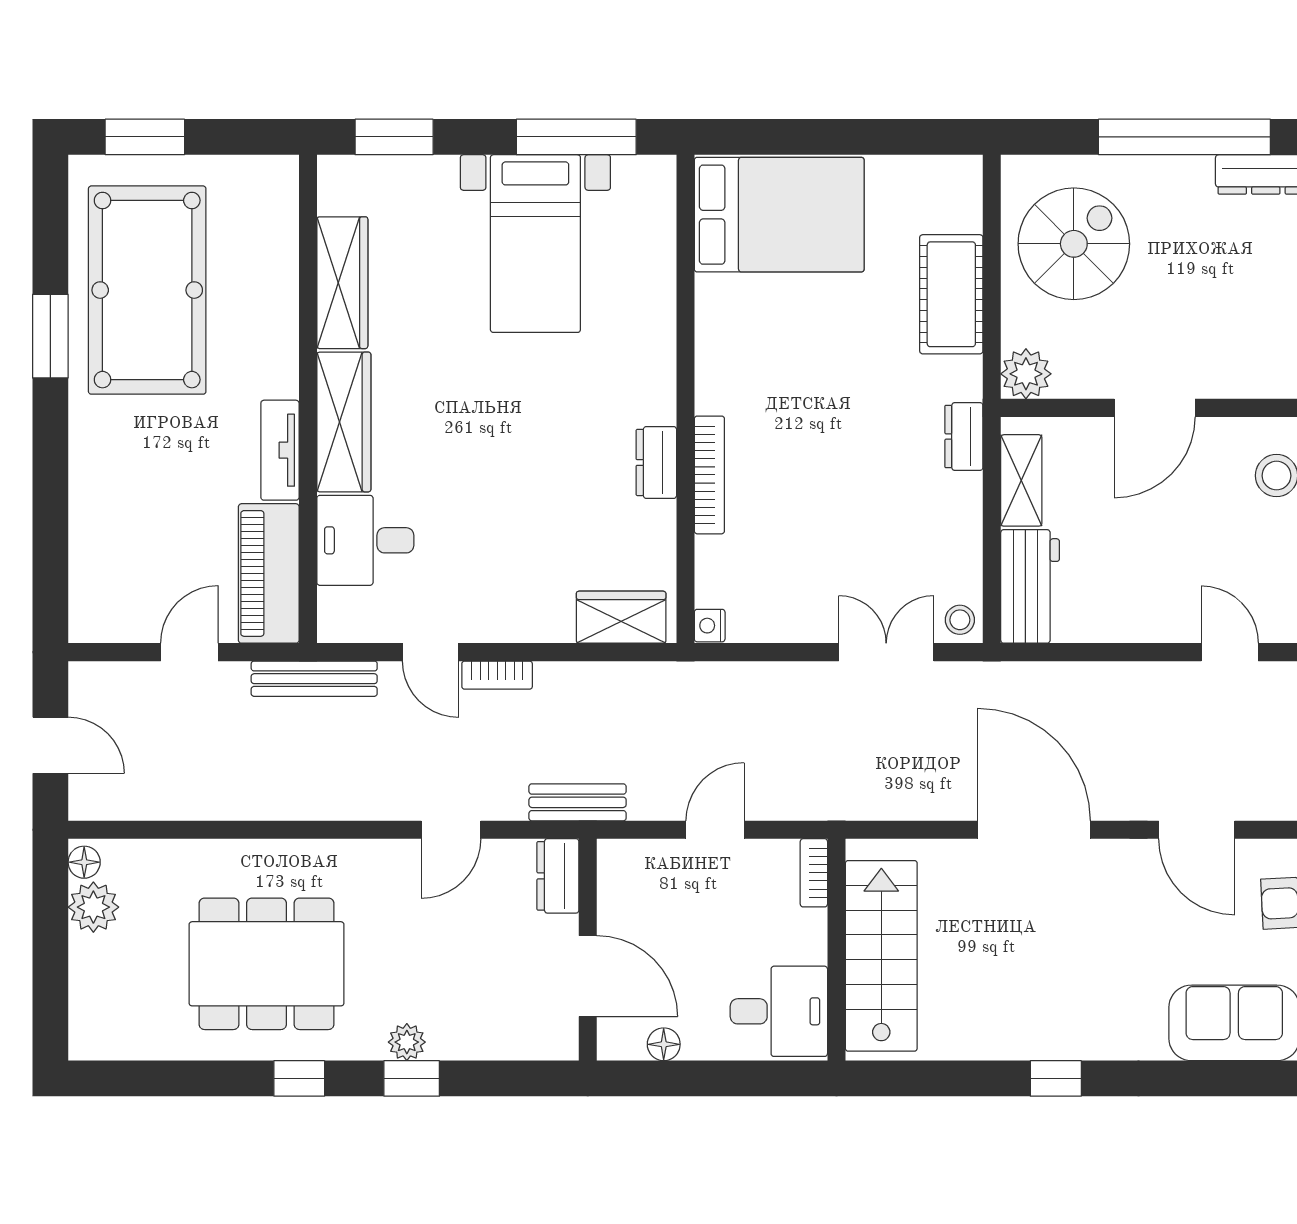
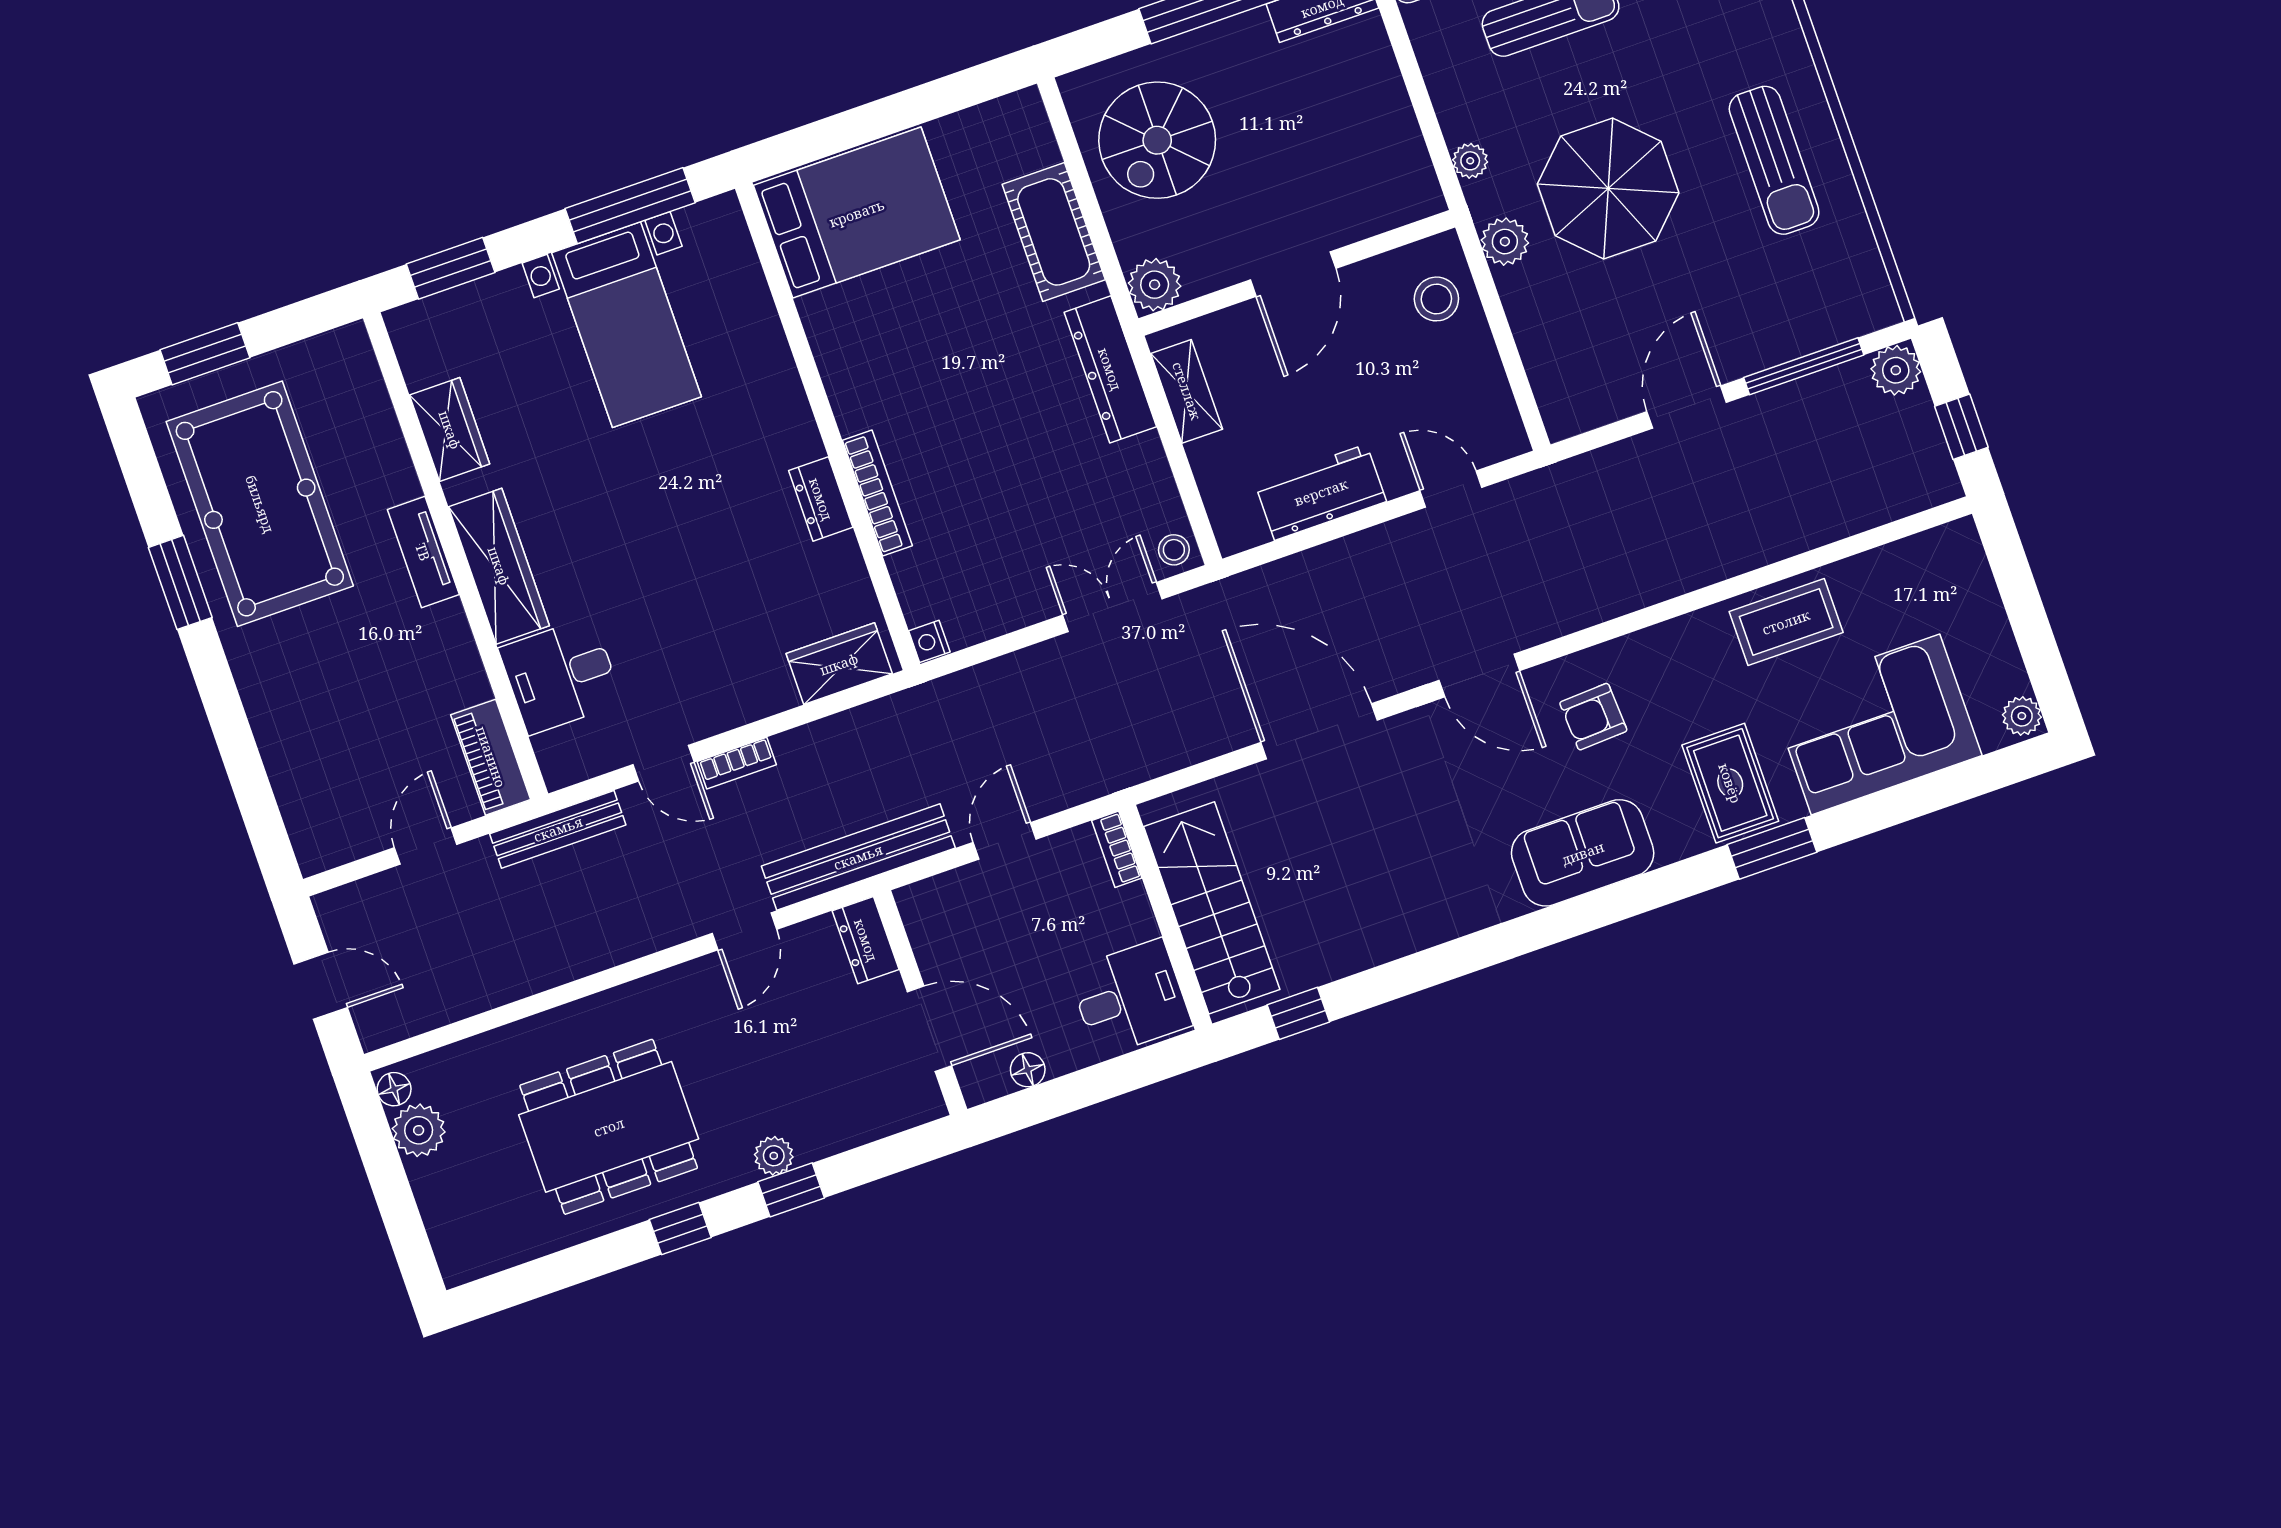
spiral stairs: (1074, 244) -> (1157, 140), turned 180
wardrobe: (342, 283) -> (450, 430), width x0.67
dresser: (964, 437) -> (1110, 369), width x1.96, depth x1.24
tv unit: (280, 450) -> (423, 552), moved
piano: (269, 573) -> (491, 757), width x0.73, depth x0.75
workbench: (1030, 586) -> (1321, 492), moved, turned -90
bench: (578, 802) -> (858, 857), width x1.86, depth x1.21
window: (1056, 1078) -> (1298, 1013), moved

